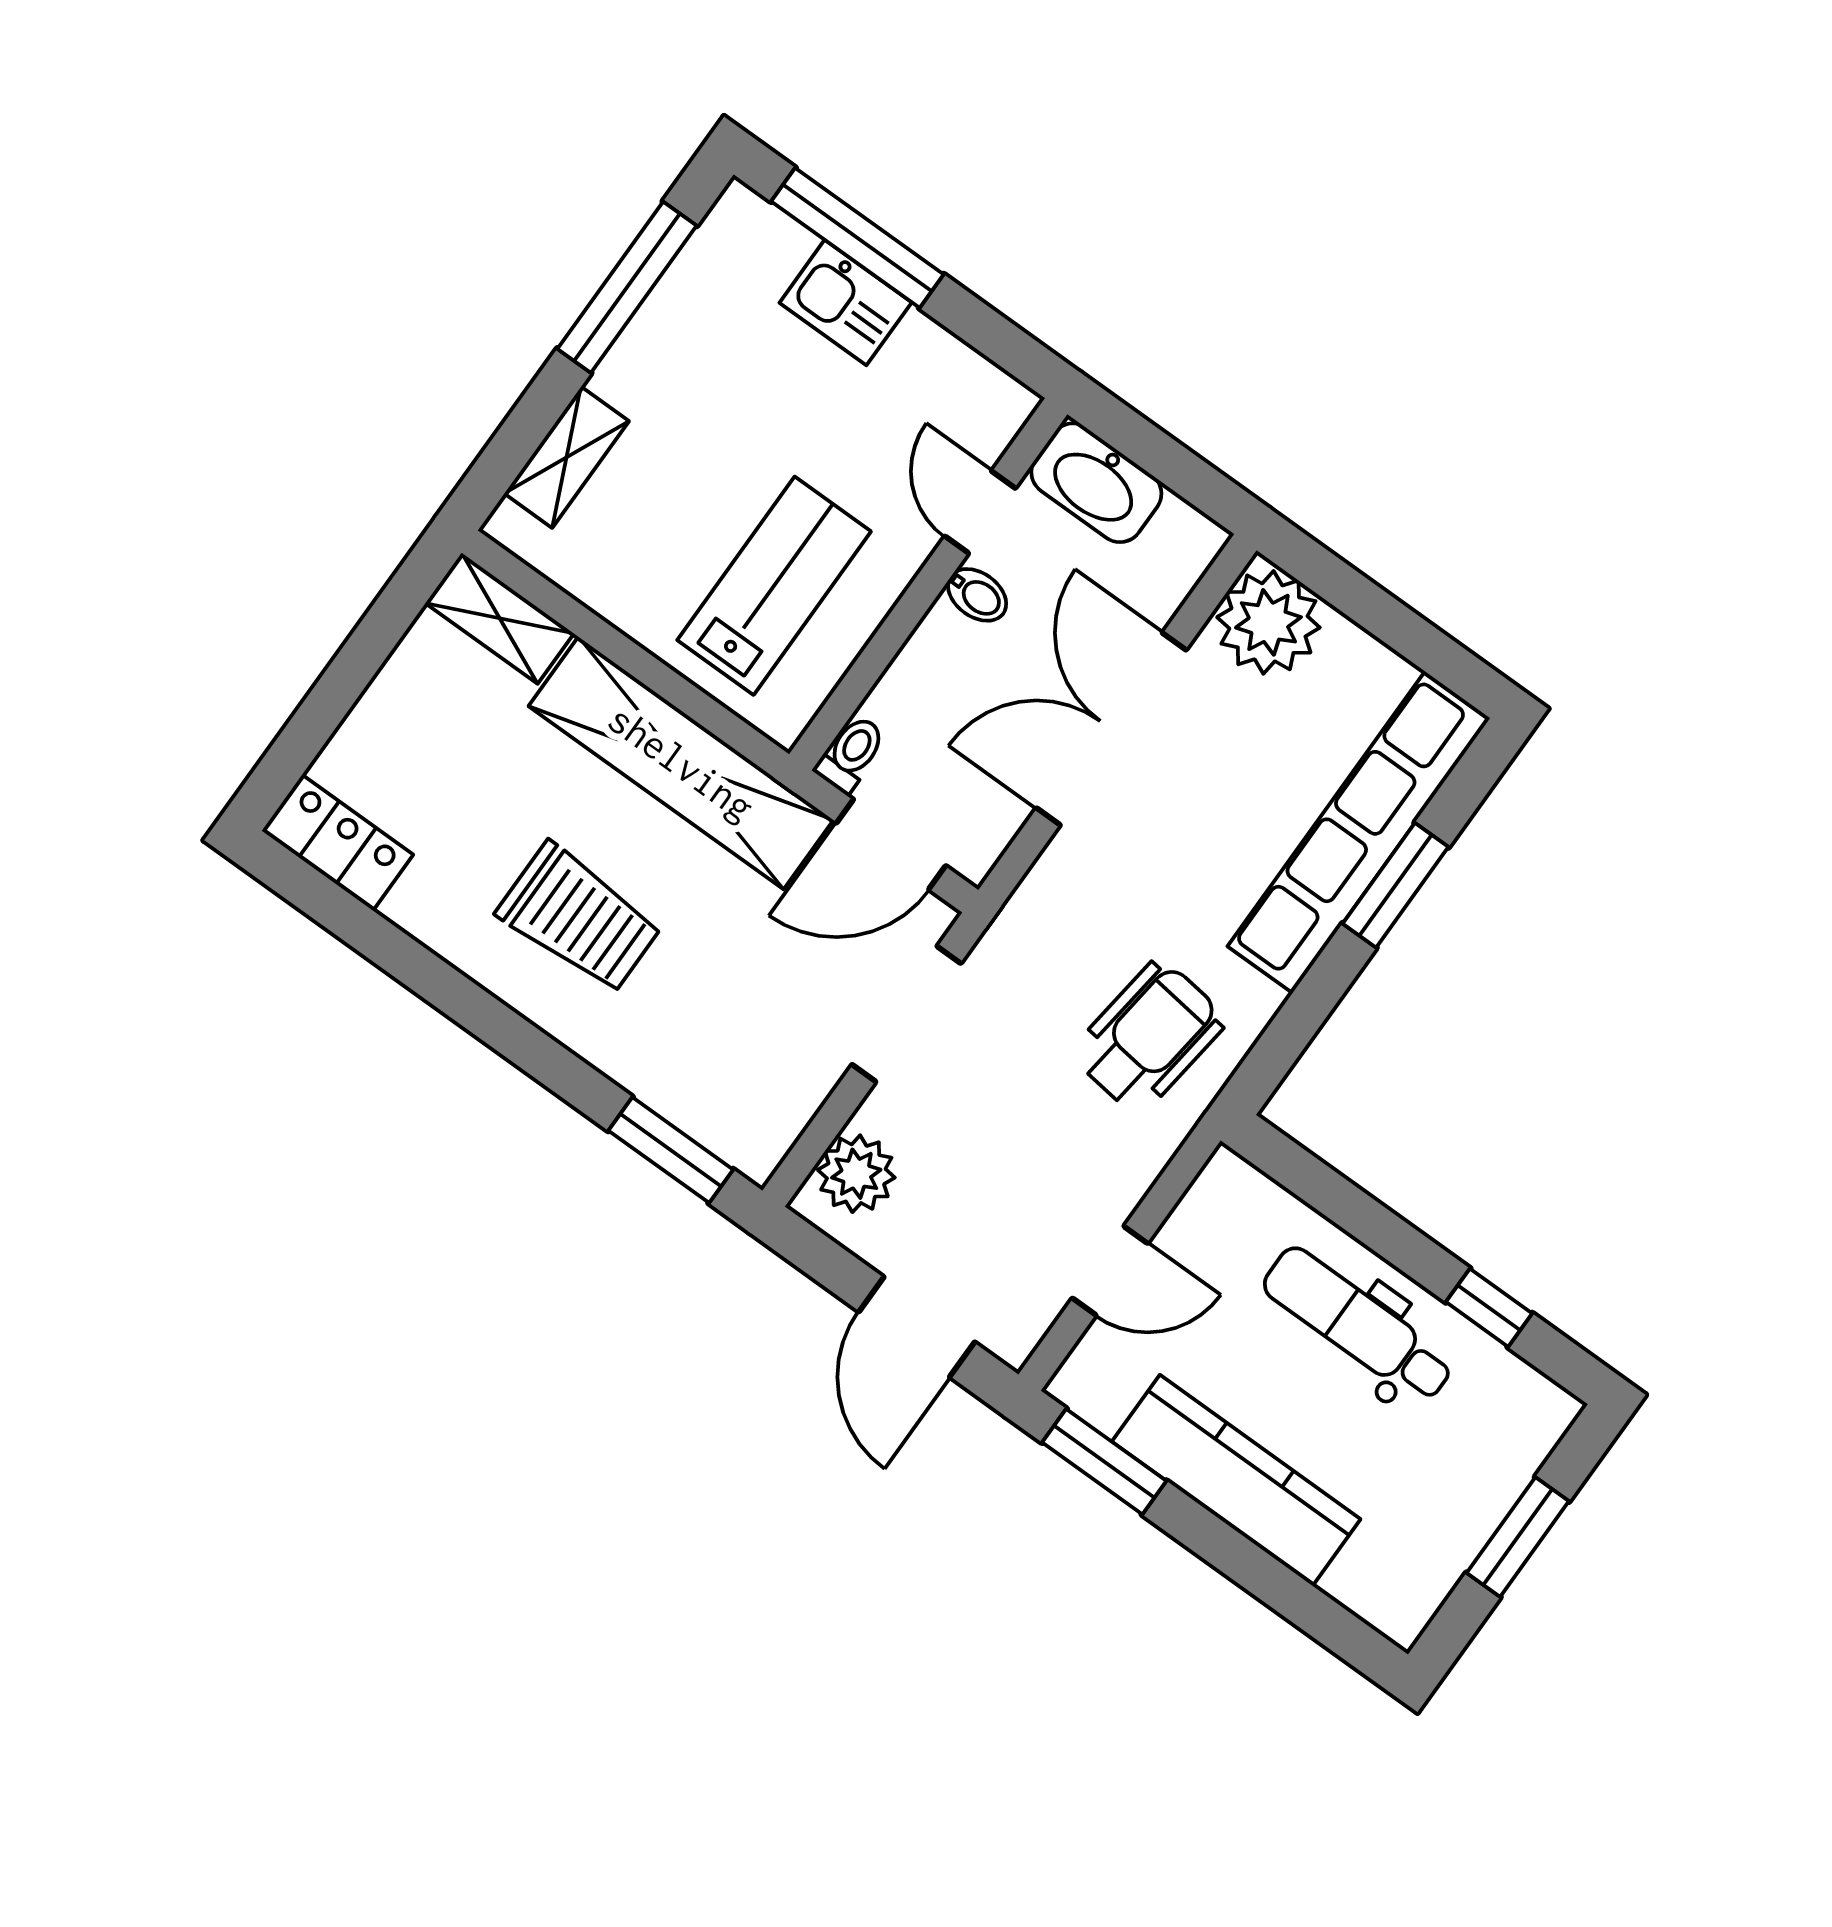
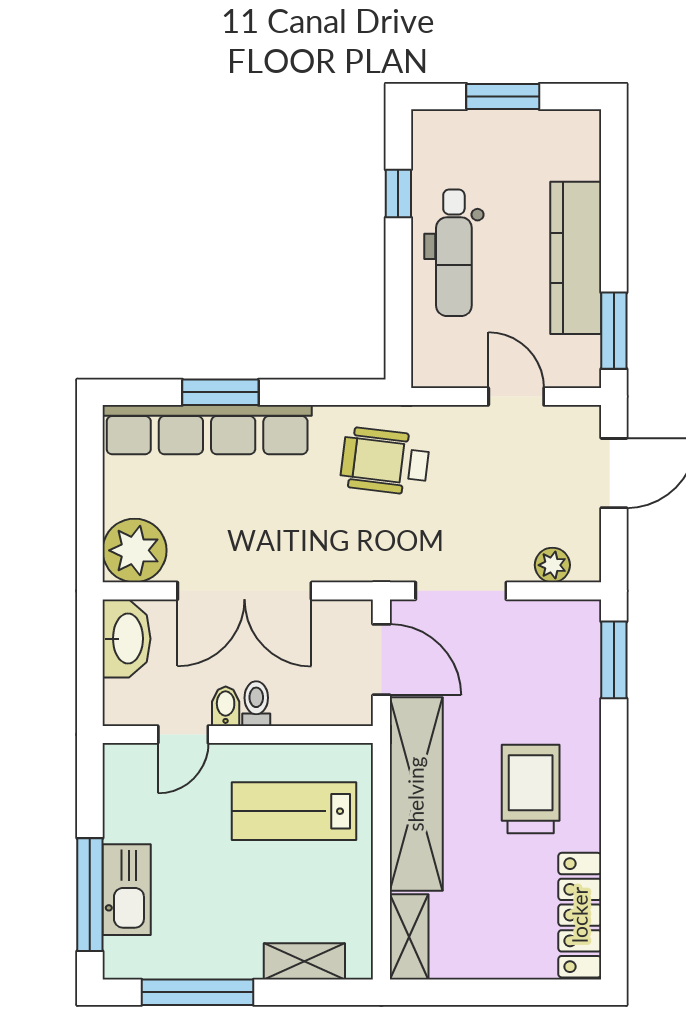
kitchen sink: (846, 303) -> (127, 890), width x1.38
washbasin: (1096, 483) -> (127, 639), moved
toilet: (851, 754) -> (256, 704), moved, turned 90
locker: (337, 843) -> (580, 915), width x1.53
plant: (856, 1174) -> (552, 565), width x0.73, depth x0.73

